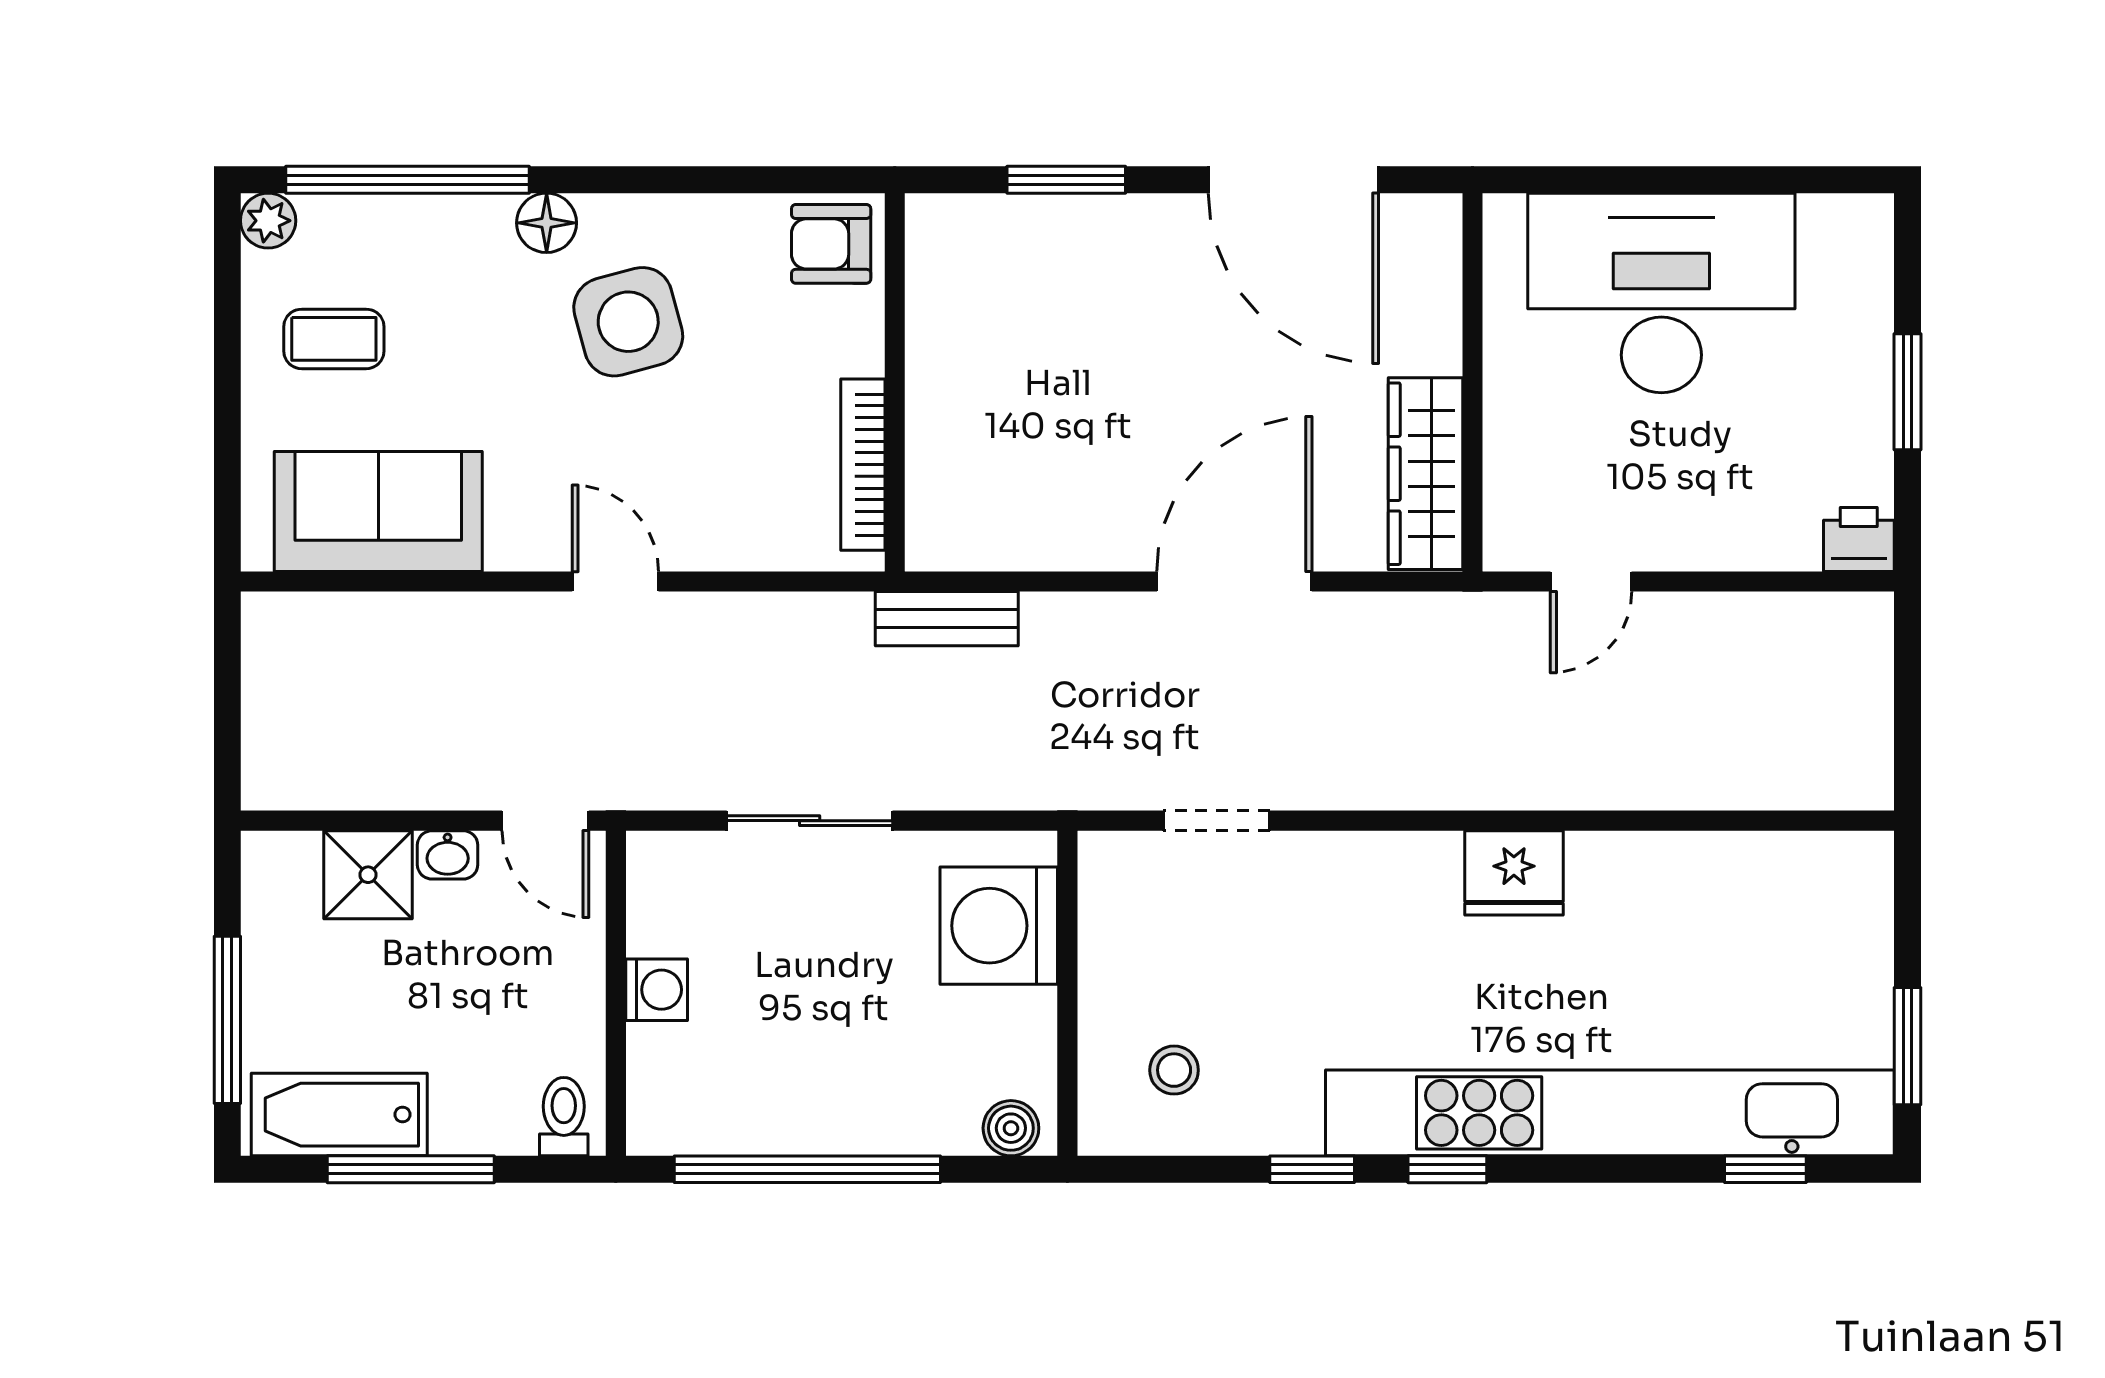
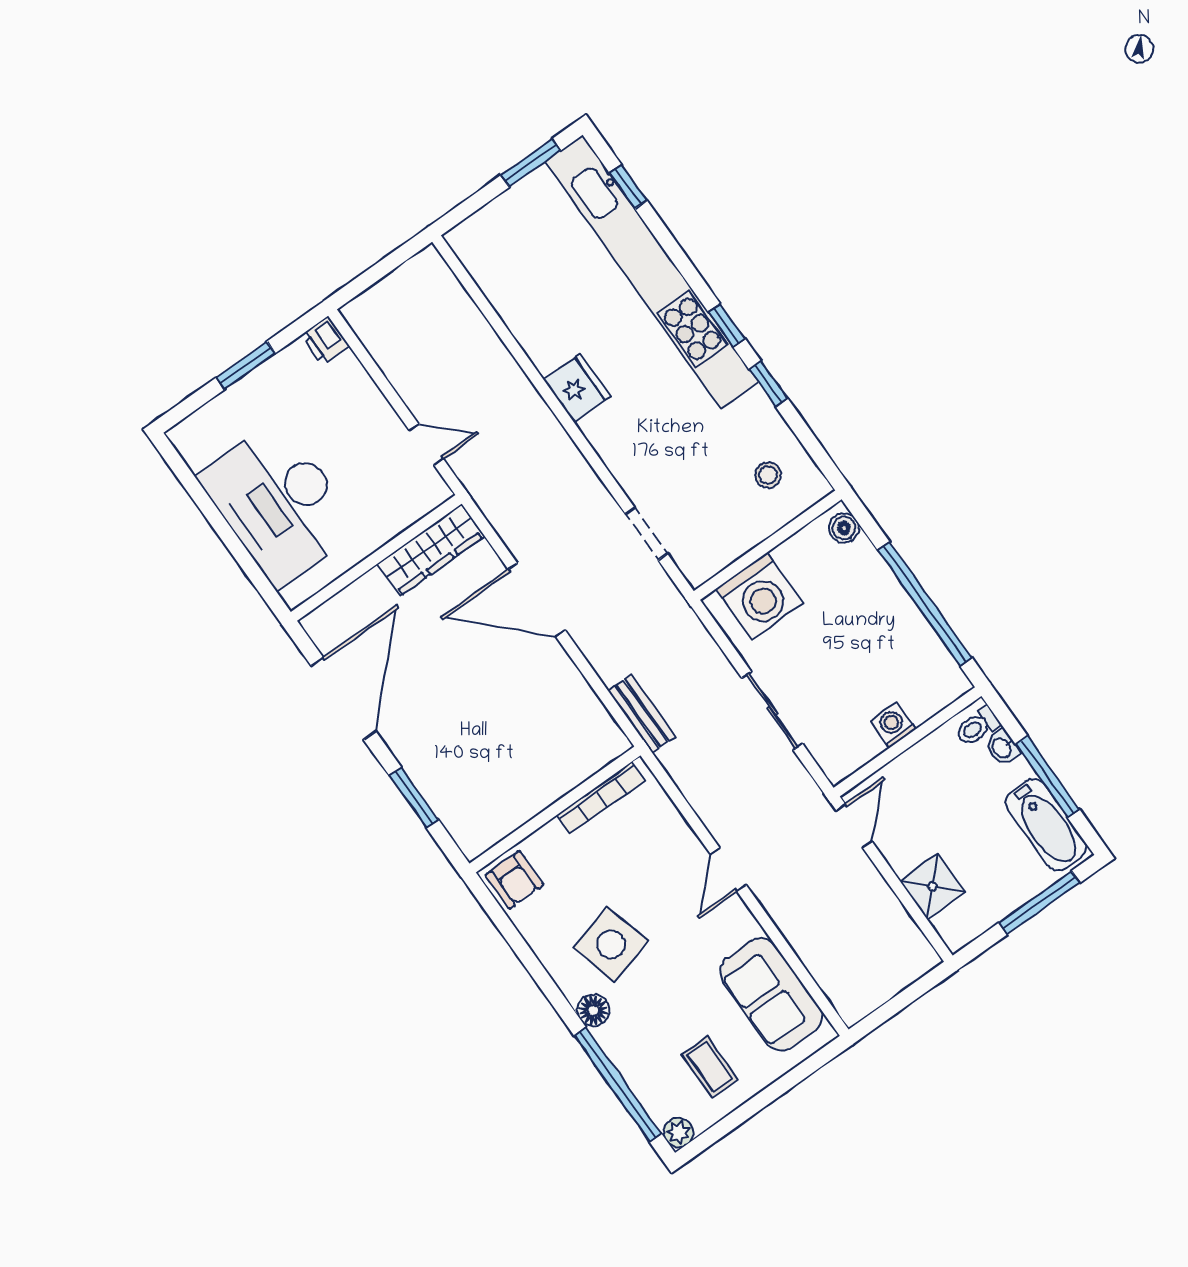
washbasin: (448, 855) -> (1002, 748), moved, turned 180

